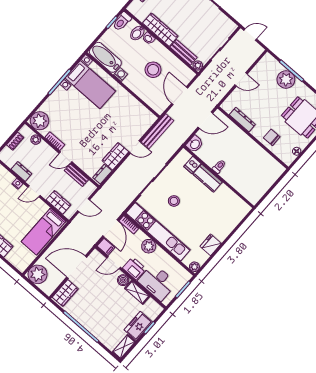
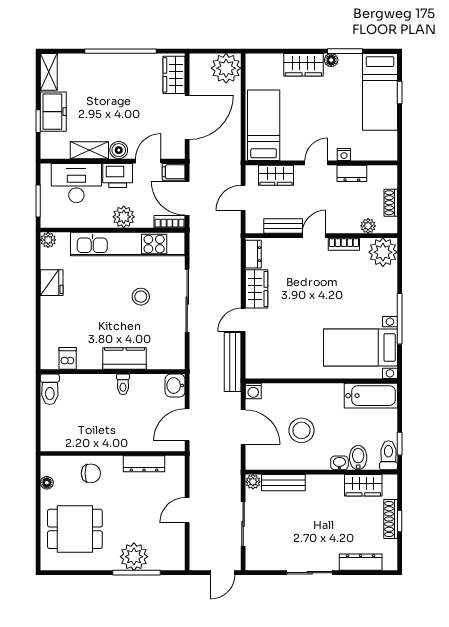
wardrobe: (160, 30) -> (363, 485), moved, width x0.67
washing machine: (121, 75) -> (253, 391), moved
dishwasher: (192, 165) -> (68, 358), moved
toilet: (256, 195) -> (50, 389), added

